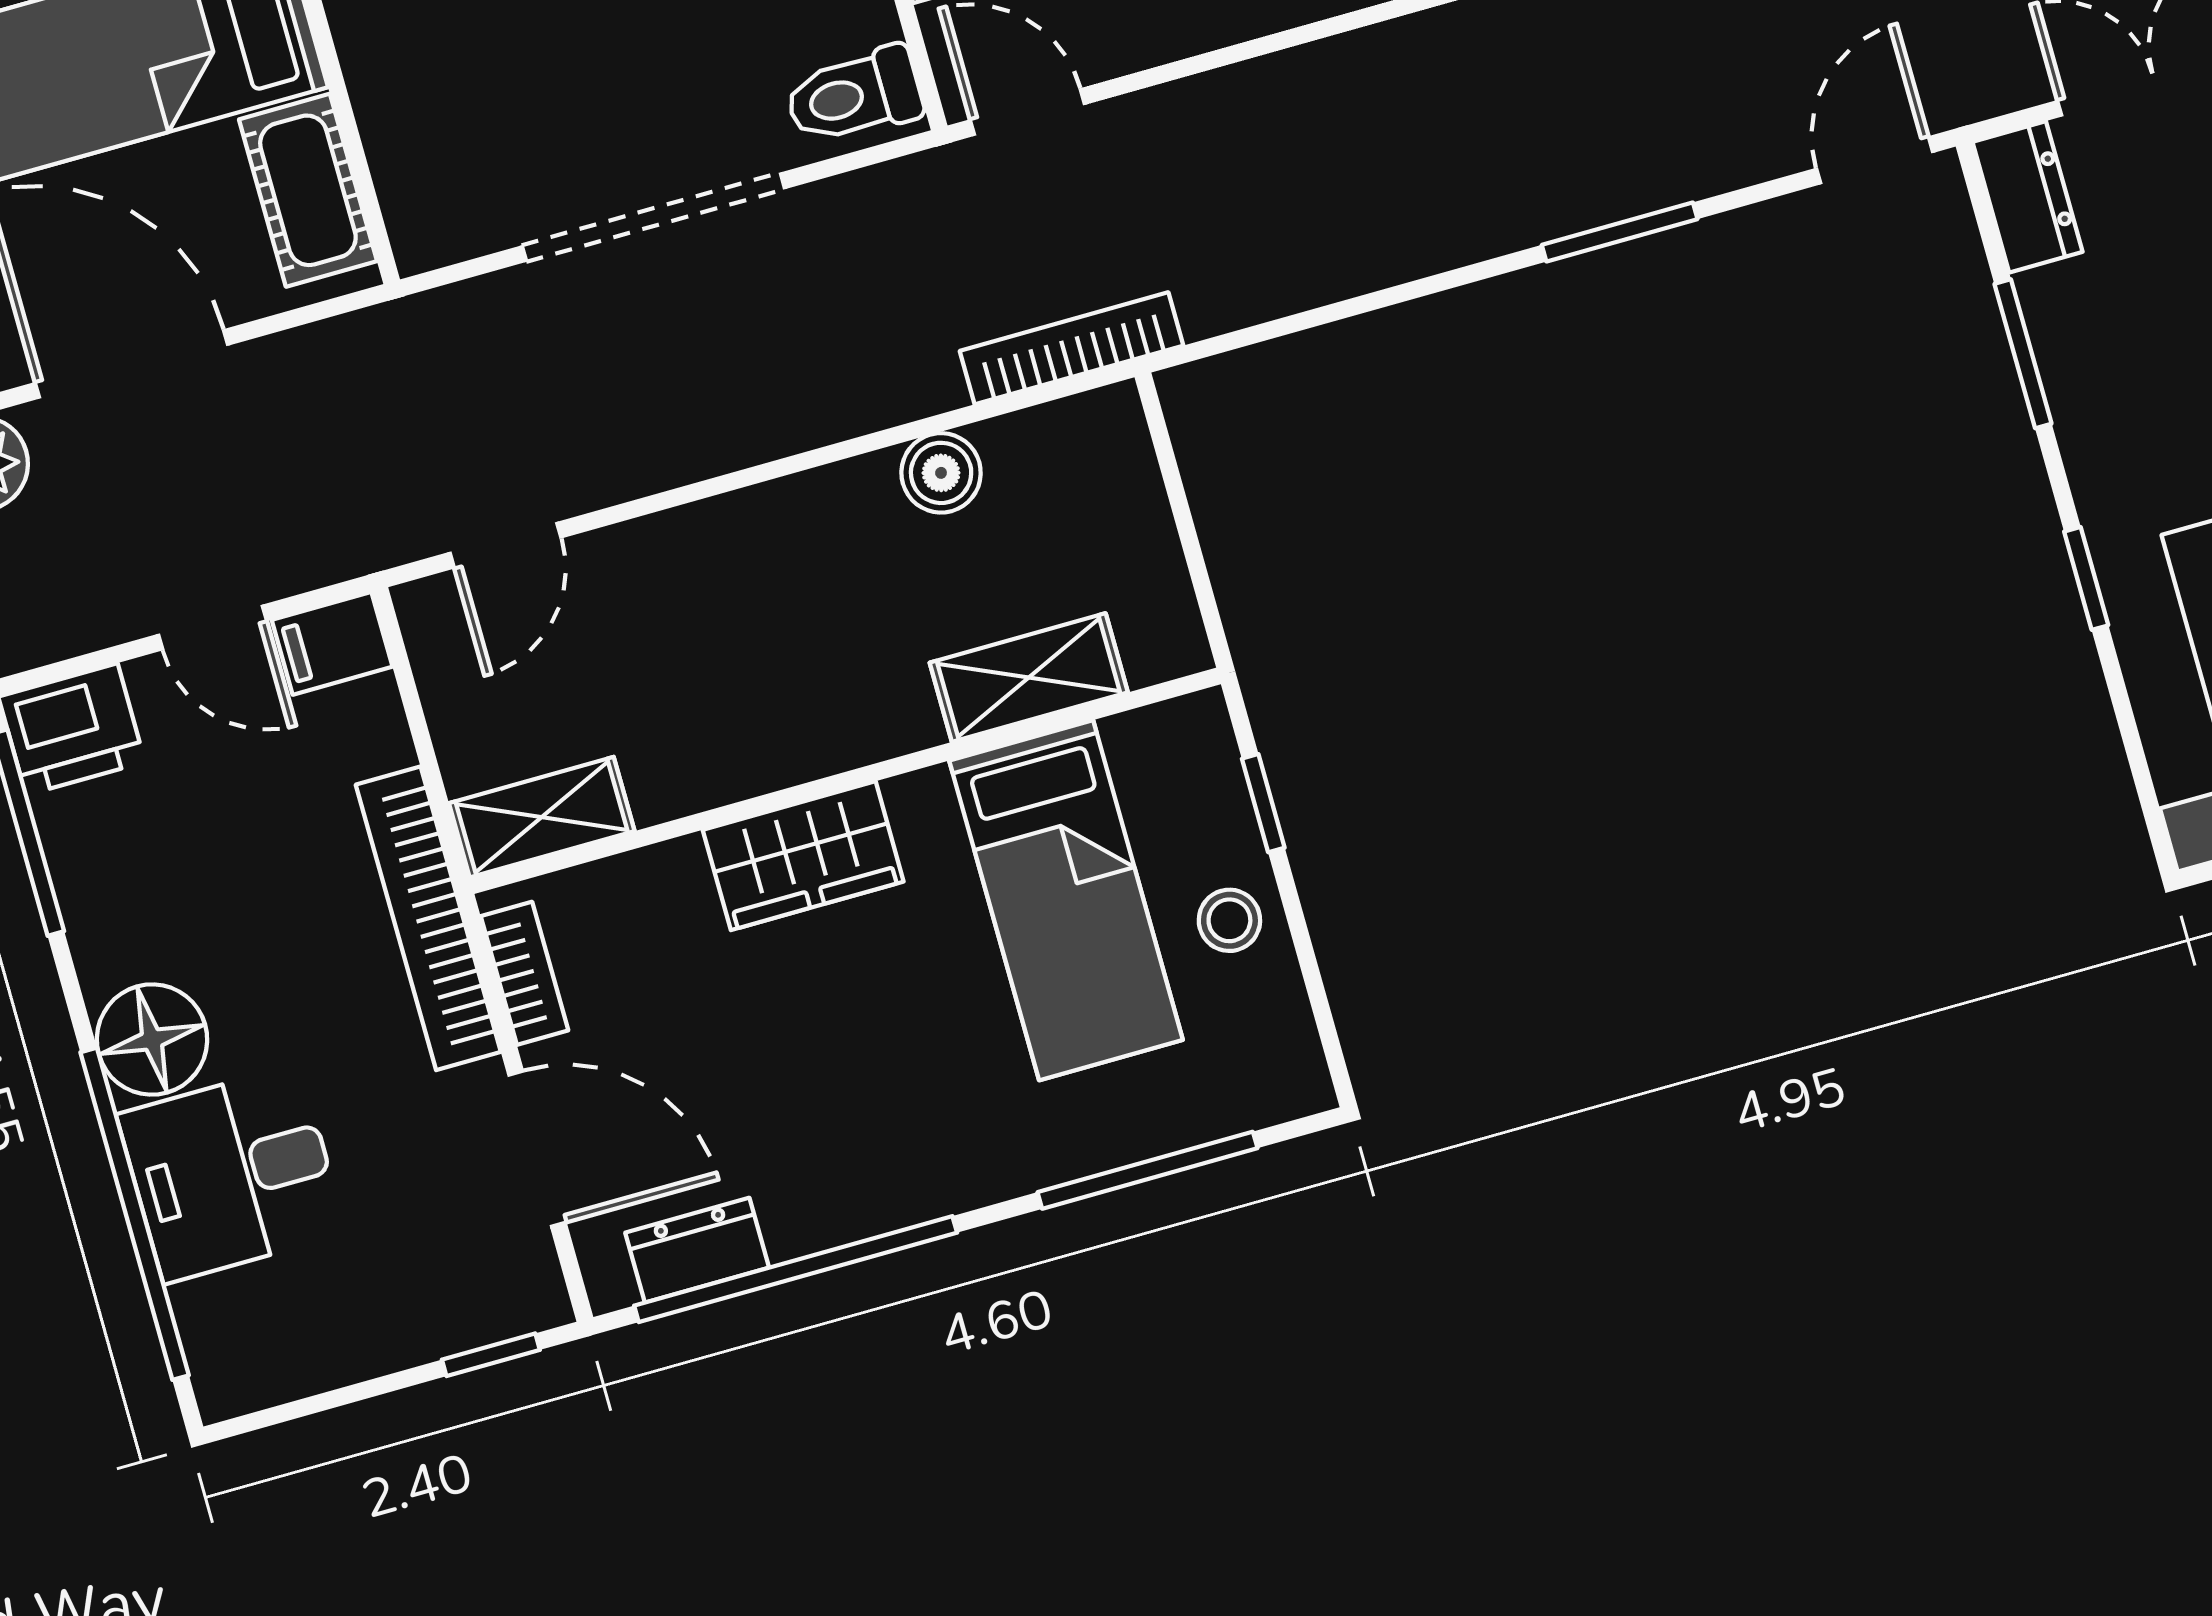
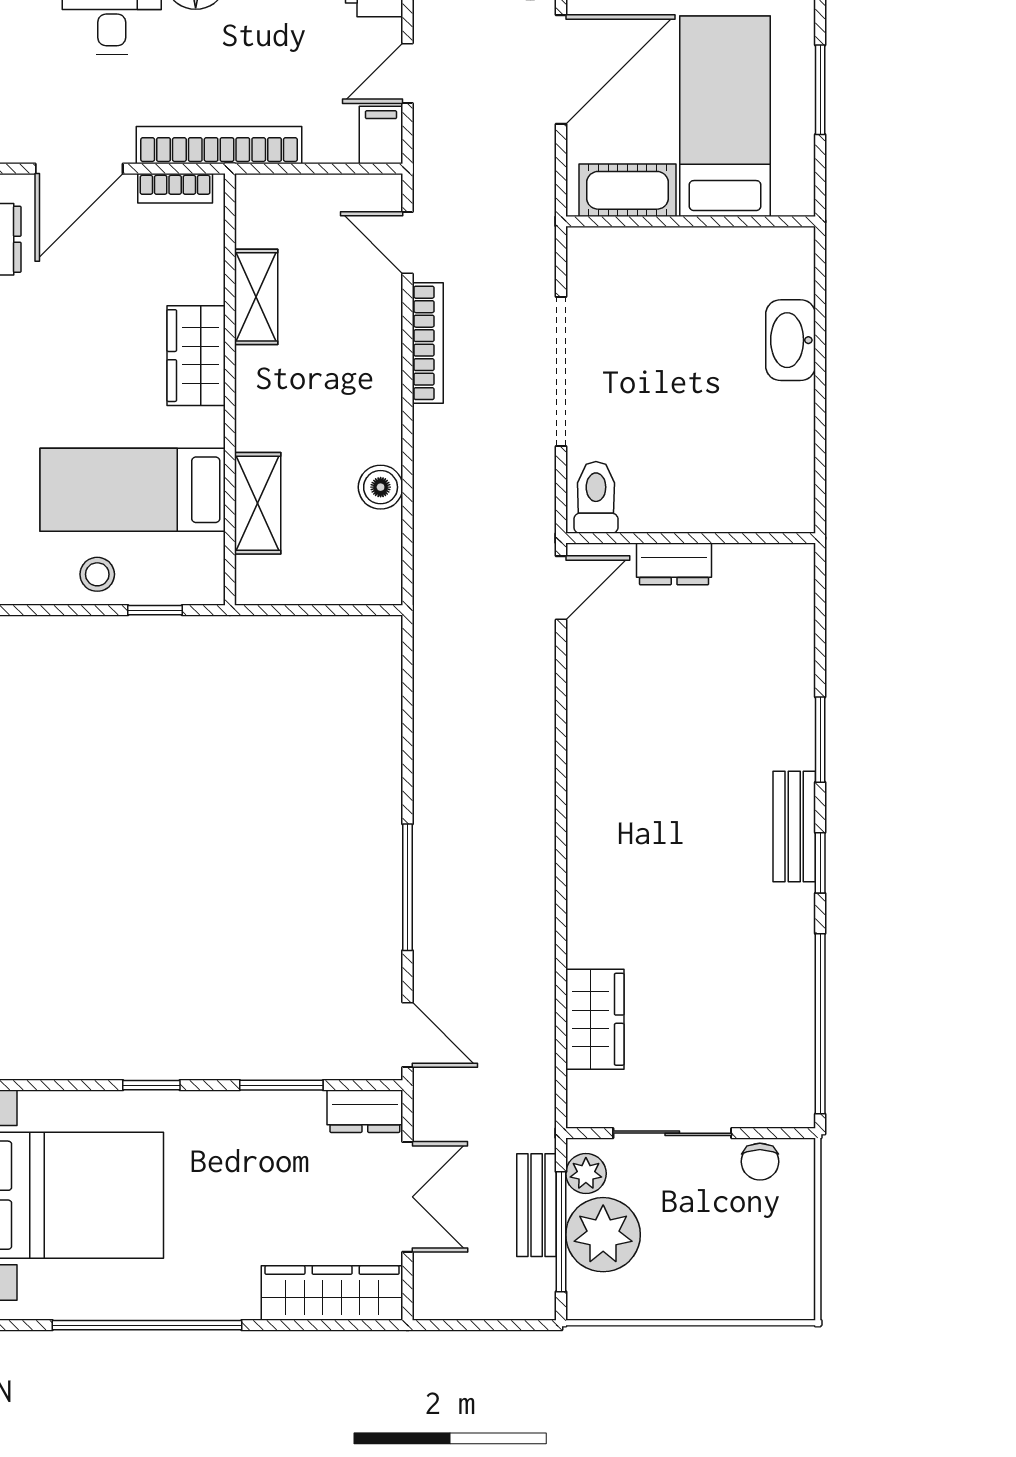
window: (1620, 232) -> (407, 887), width x1.44
bookcase: (1072, 348) -> (428, 343), moved
shelving: (542, 817) -> (256, 297), moved

